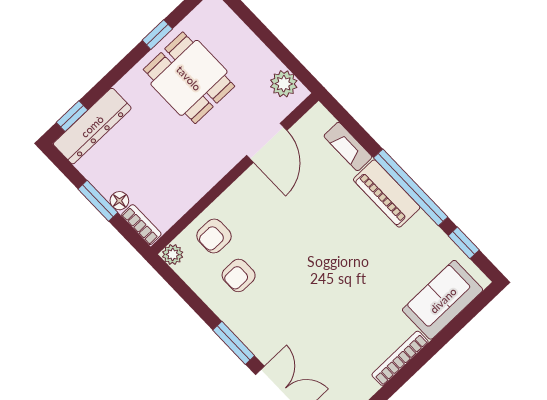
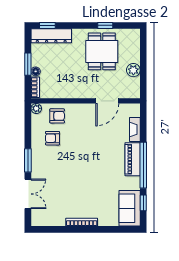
plant: (284, 84) -> (133, 70), moved
armchair: (214, 236) -> (57, 116), turned 180
sofa: (443, 300) -> (130, 208), moved, turned -90

